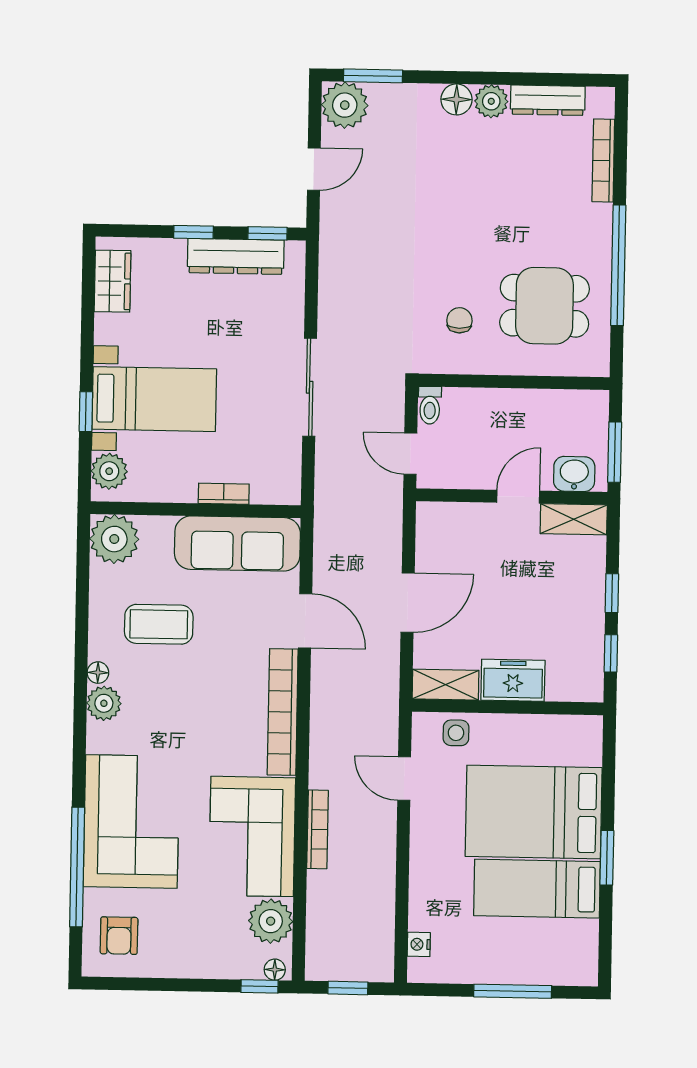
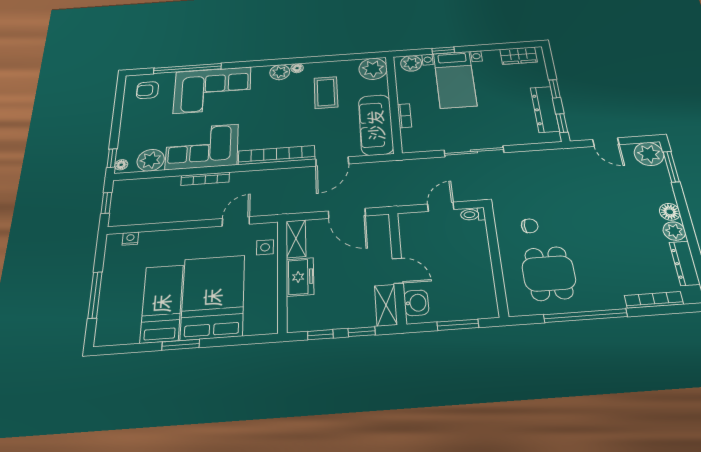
washbasin: (574, 474) -> (416, 303), moved
wall: (512, 497) -> (397, 267), moved
door: (518, 497) -> (398, 271), moved
shelving: (574, 519) -> (386, 305), moved

